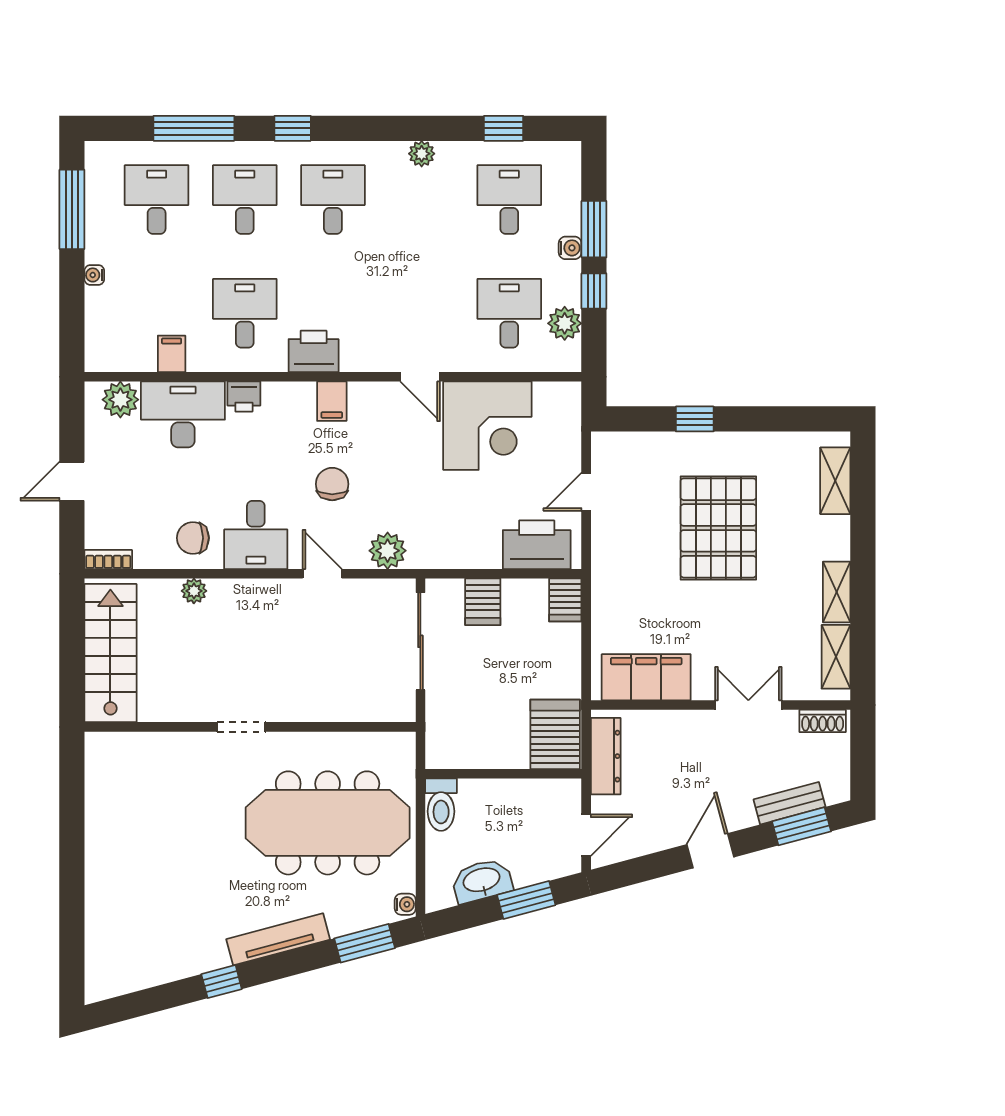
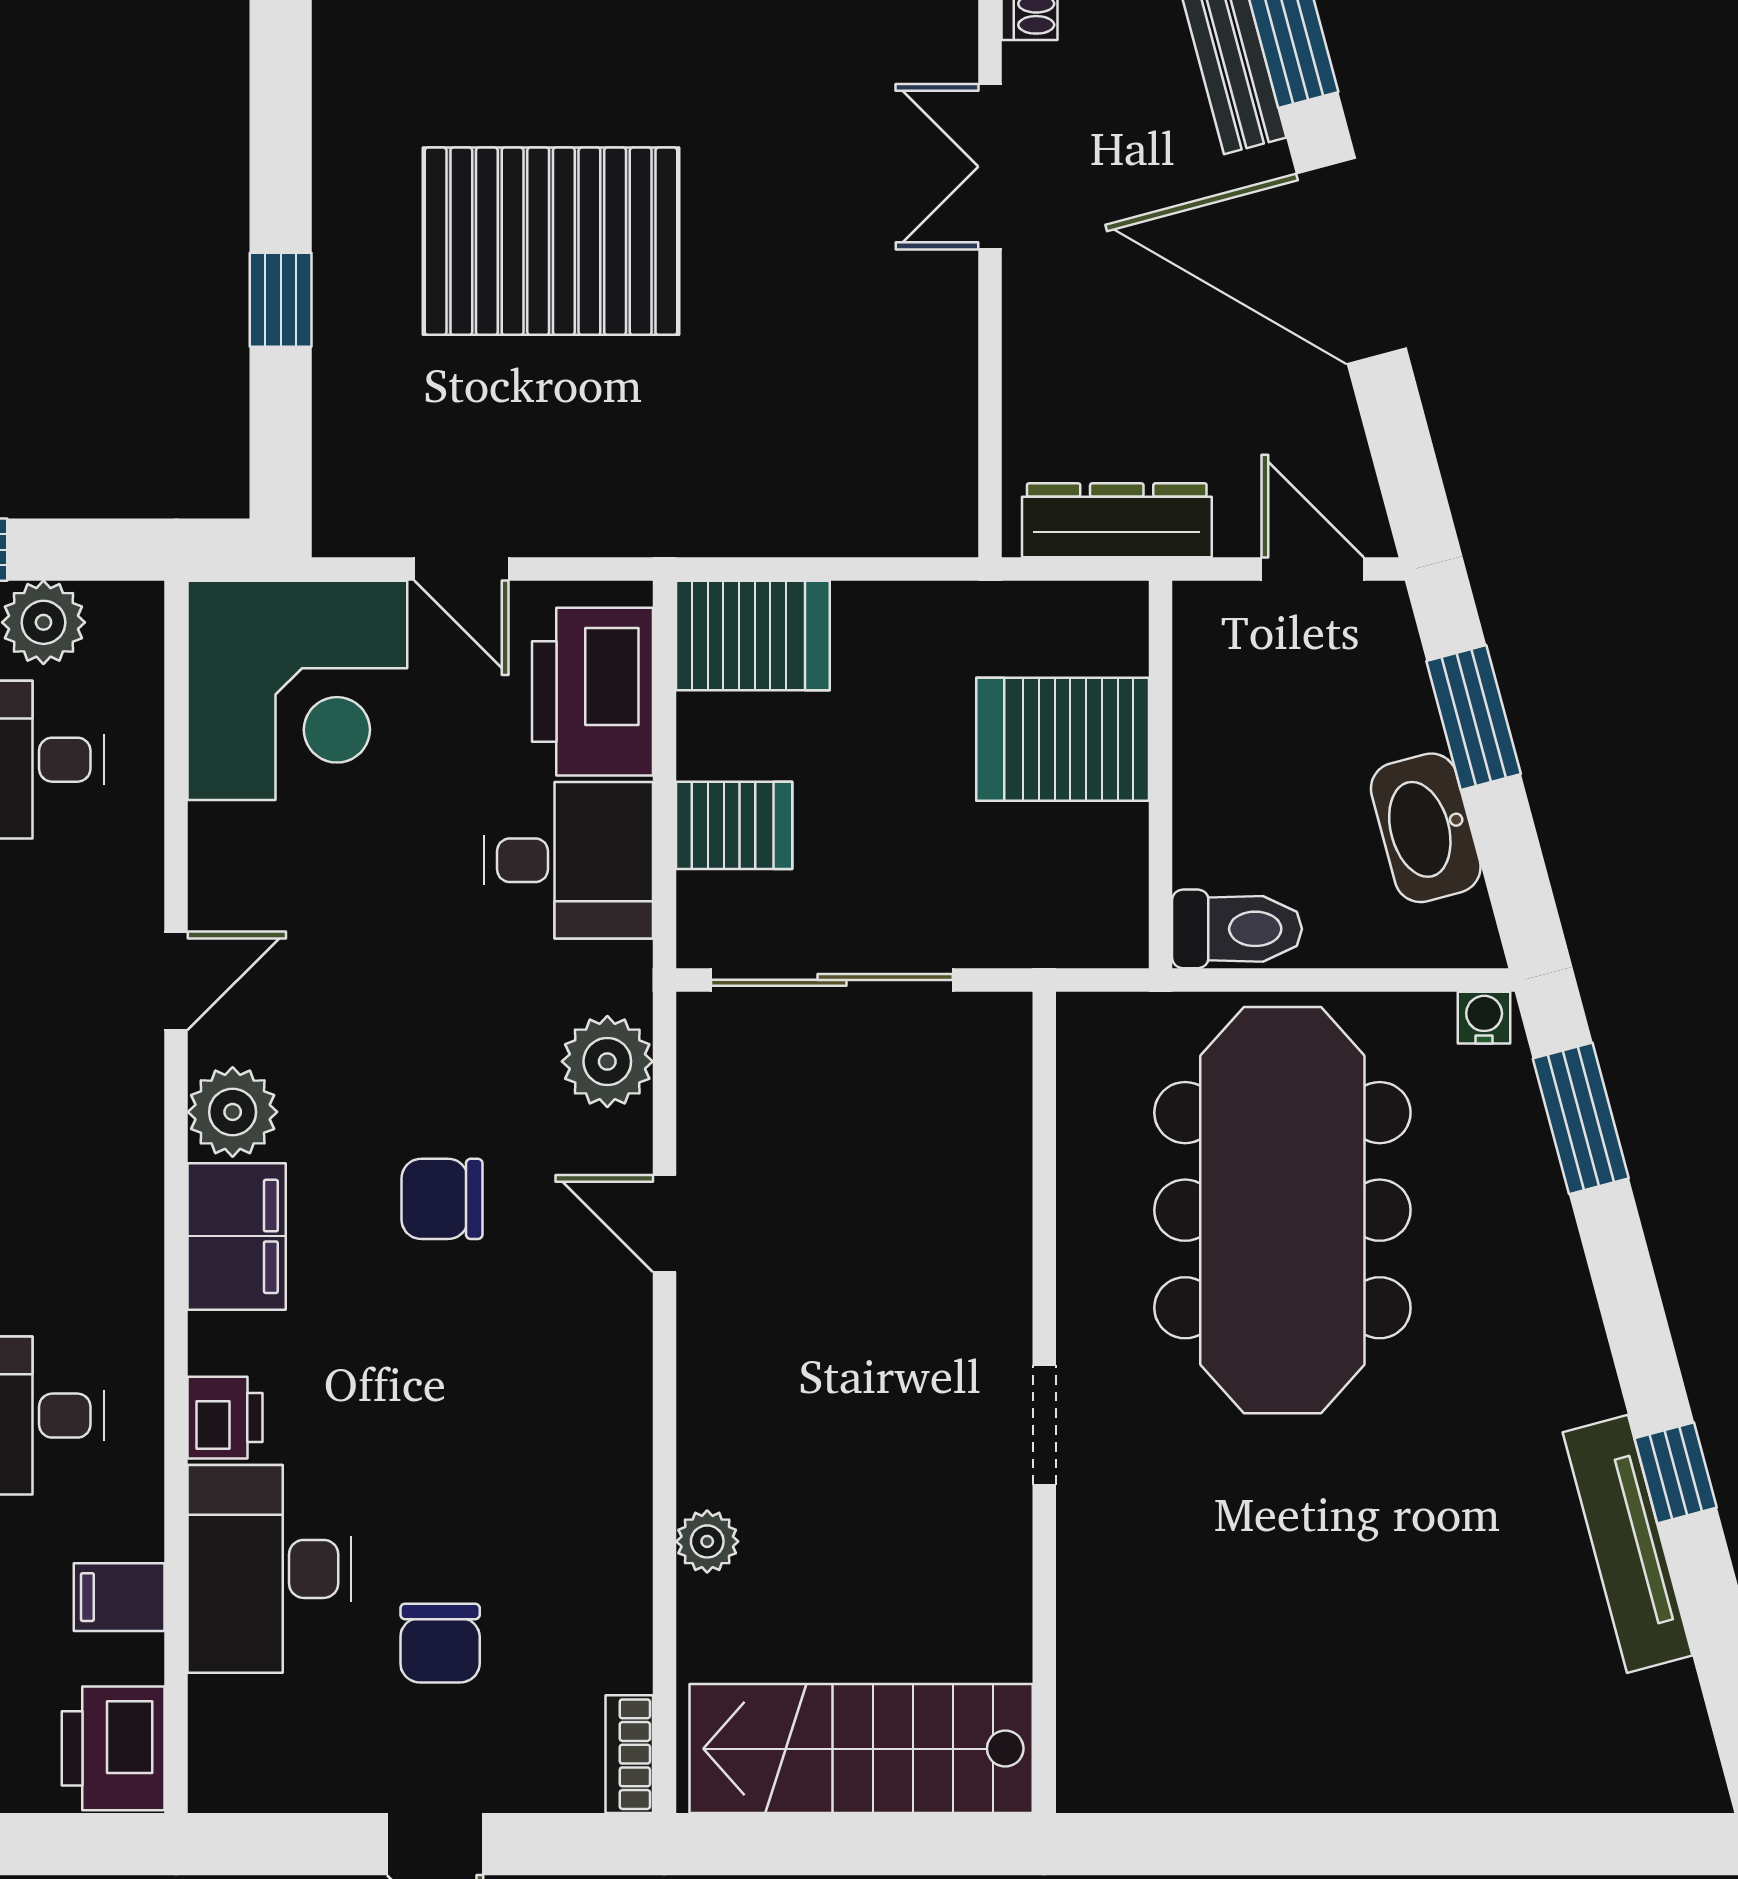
printer: (314, 351) -> (113, 1748), moved
plant: (120, 400) -> (233, 1112), moved
filing cabinet: (332, 401) -> (237, 1236), width x2.00
corner desk: (487, 426) -> (297, 690), moved, turned 90
desk: (256, 535) -> (568, 860), moved
chair: (193, 538) -> (440, 1643), moved
door: (322, 574) -> (664, 1223), hinge flipped
server rack: (565, 600) -> (753, 635), width x1.36, depth x1.44
filing cabinet: (646, 677) -> (921, 420), removed
server rack: (555, 734) -> (1063, 739), moved
door: (710, 851) -> (1351, 261), width x1.87
tv unit: (278, 939) -> (1628, 1544), moved

